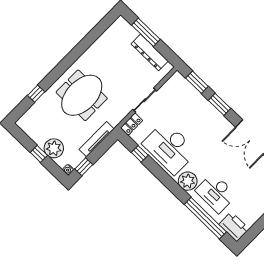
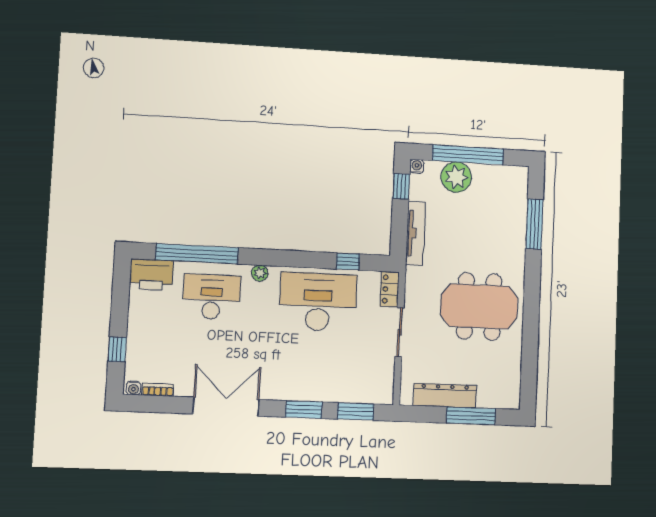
window: (36, 94) -> (534, 224), width x2.17
meeting table: (82, 95) -> (479, 306), moved, turned 90
window: (39, 154) -> (468, 155), width x3.17
plant: (188, 181) -> (260, 273), width x0.53, depth x0.53

